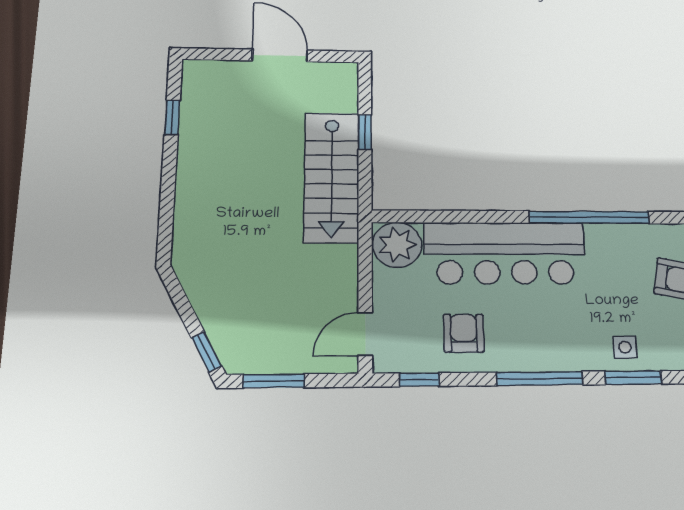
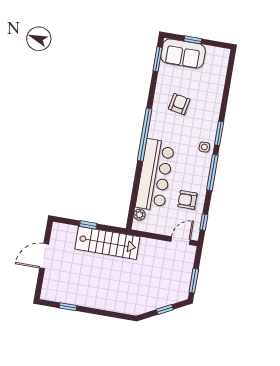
plant: (397, 245) -> (139, 215), width x0.53, depth x0.53
door: (365, 334) -> (181, 241), swing flipped
side table: (625, 347) -> (204, 147), moved
window: (207, 352) -> (165, 310), moved

